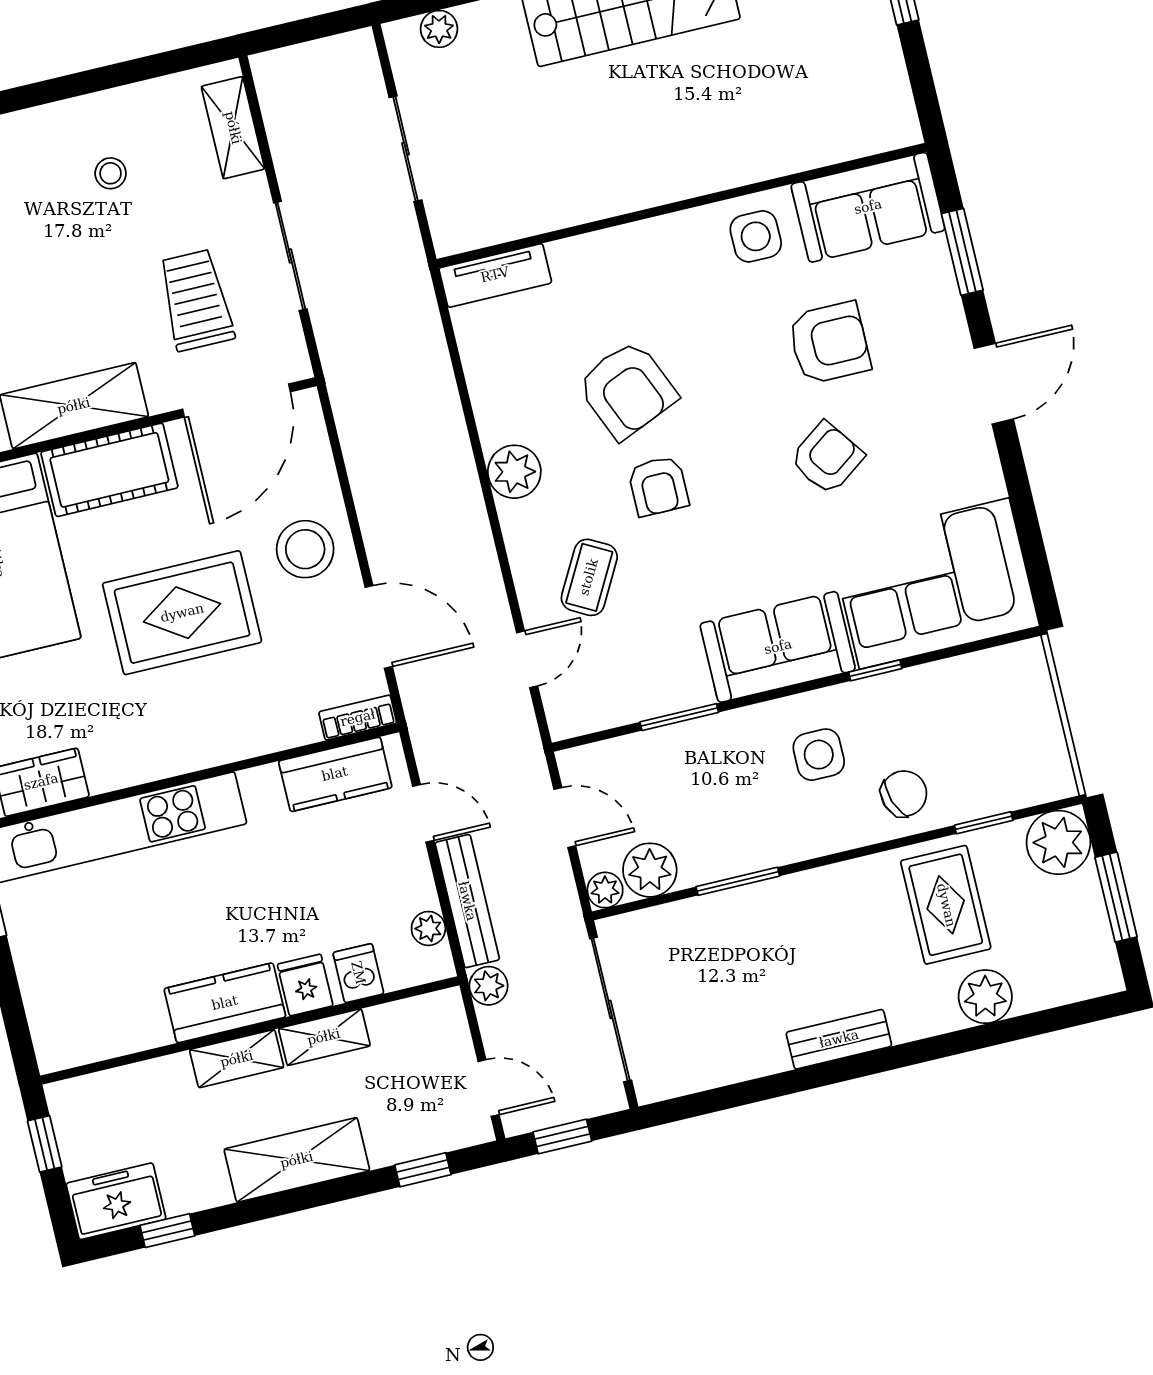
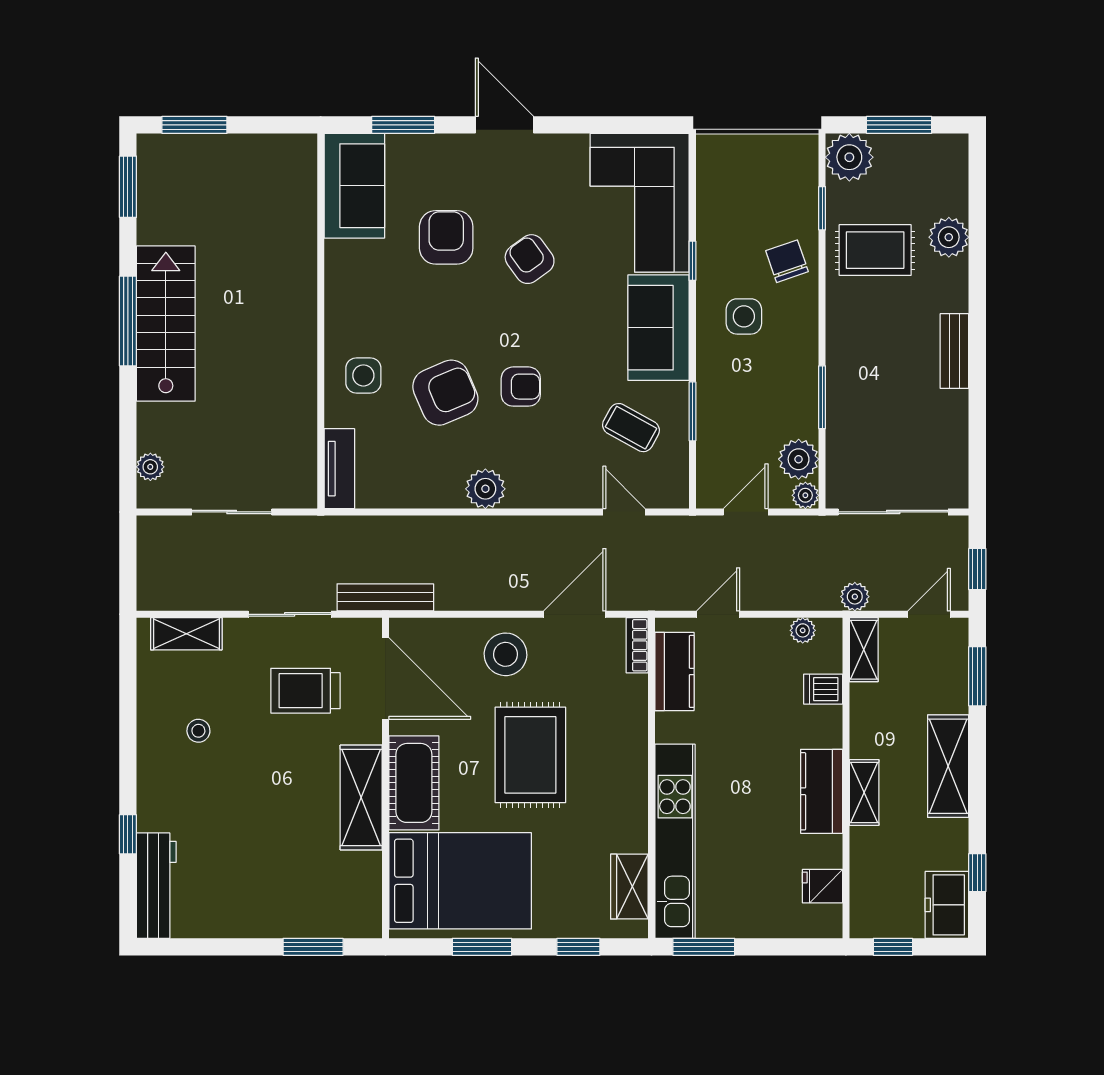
side table: (756, 236) -> (363, 375), moved
coffee table: (589, 577) -> (631, 428), moved
bench: (467, 901) -> (385, 597), moved
fridge: (305, 985) -> (822, 886), moved
shelving: (324, 1037) -> (864, 650), moved
window: (423, 1170) -> (977, 676), width x1.50

